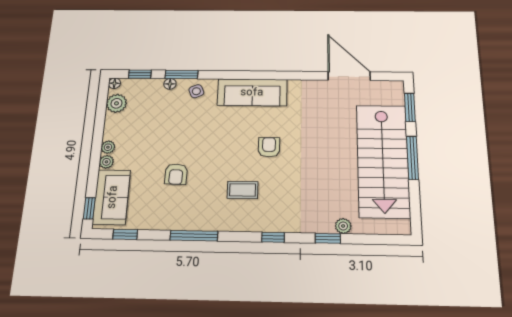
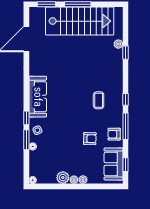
window: (140, 74) -> (26, 118), moved
plant: (116, 103) -> (63, 178), moved
armchair: (269, 147) -> (114, 134), moved
sofa: (112, 197) -> (114, 164), moved, turned -90
window: (89, 208) -> (111, 186), removed
window: (273, 237) -> (125, 99), moved

